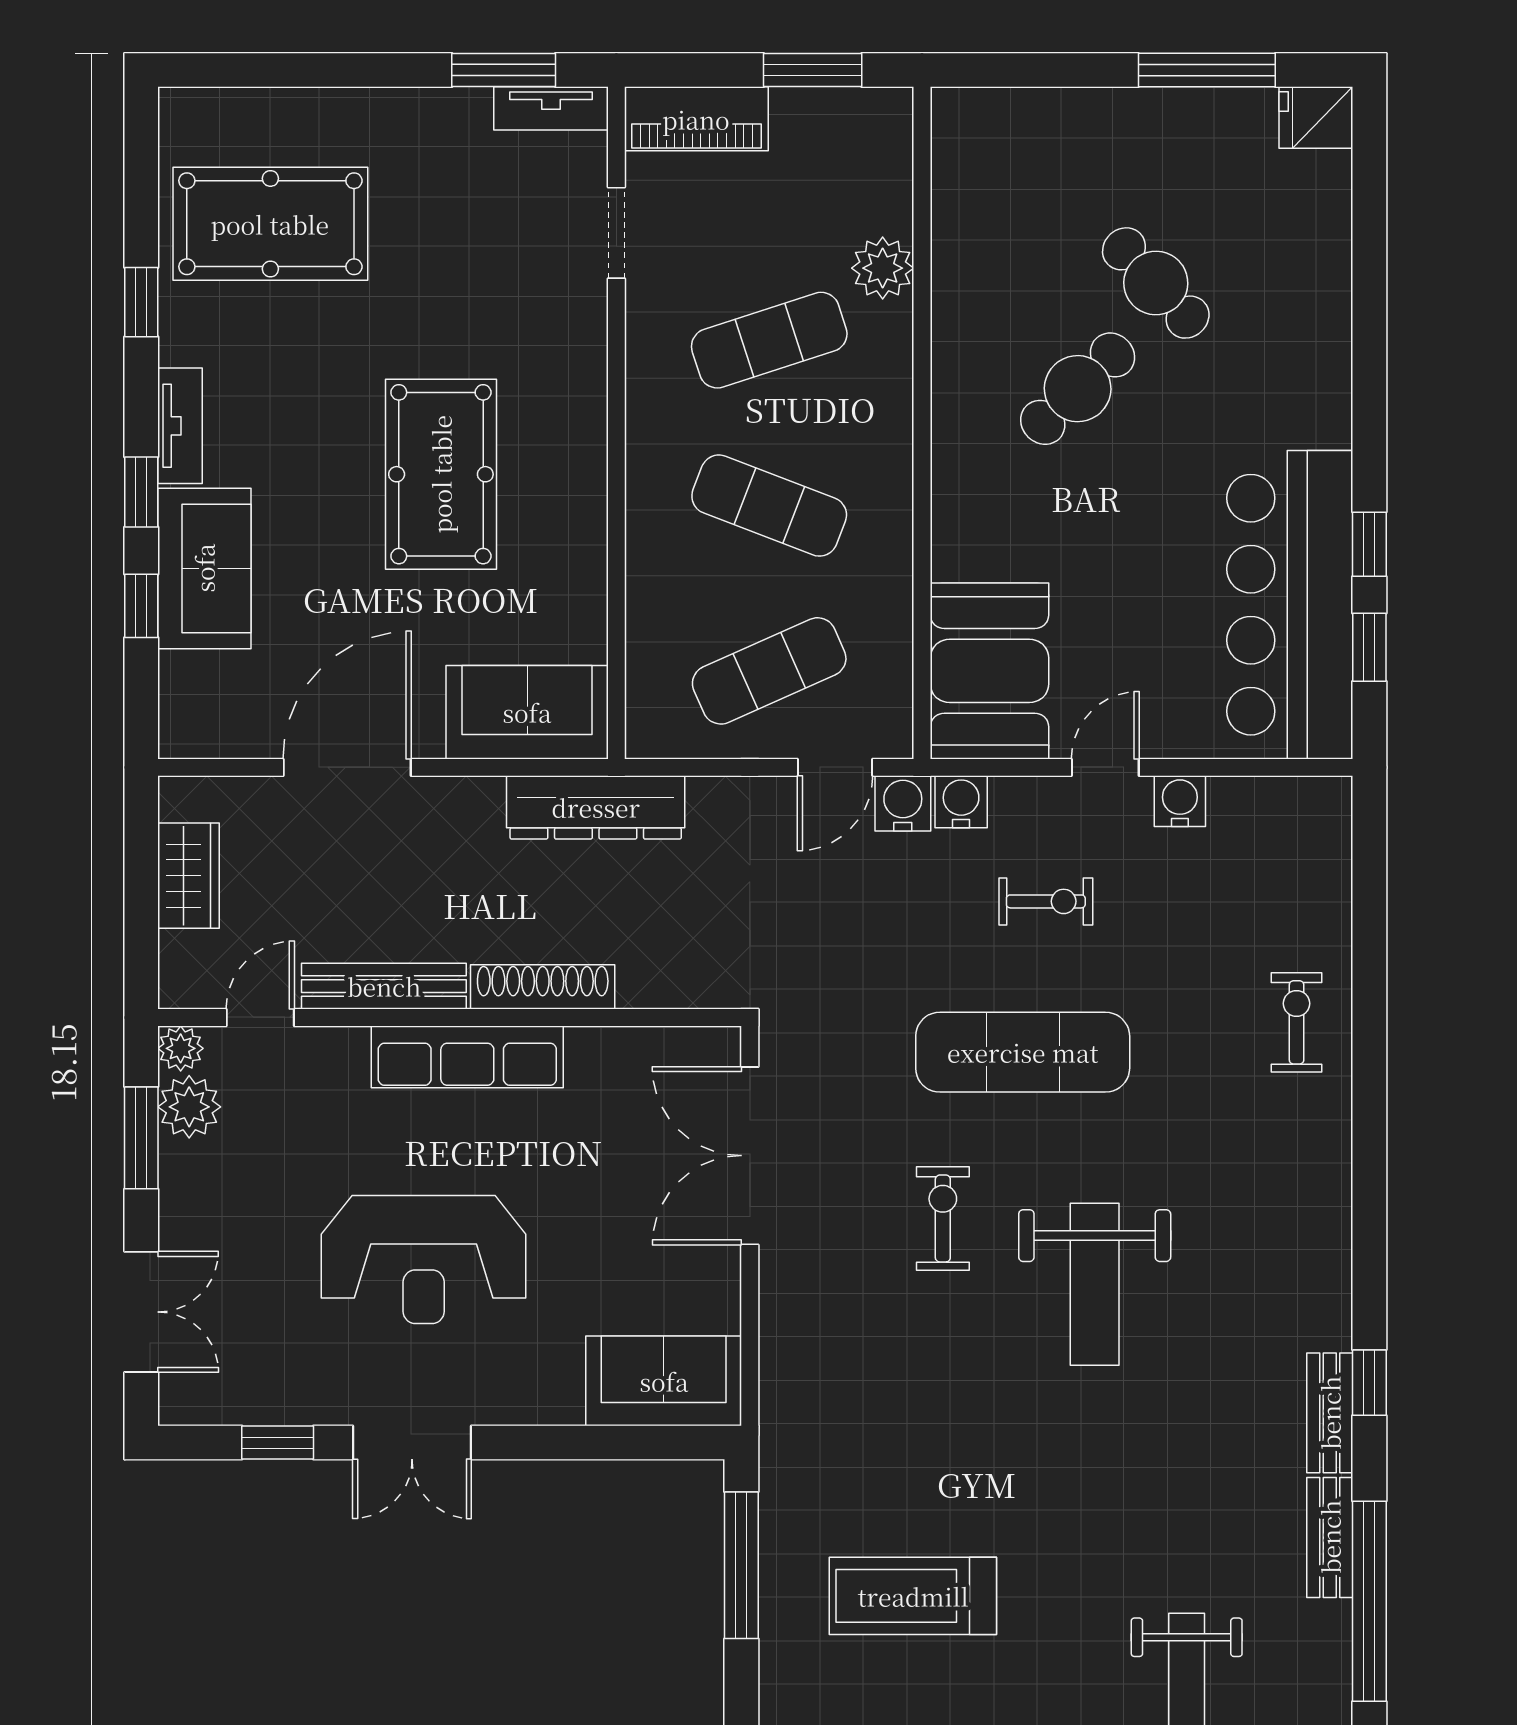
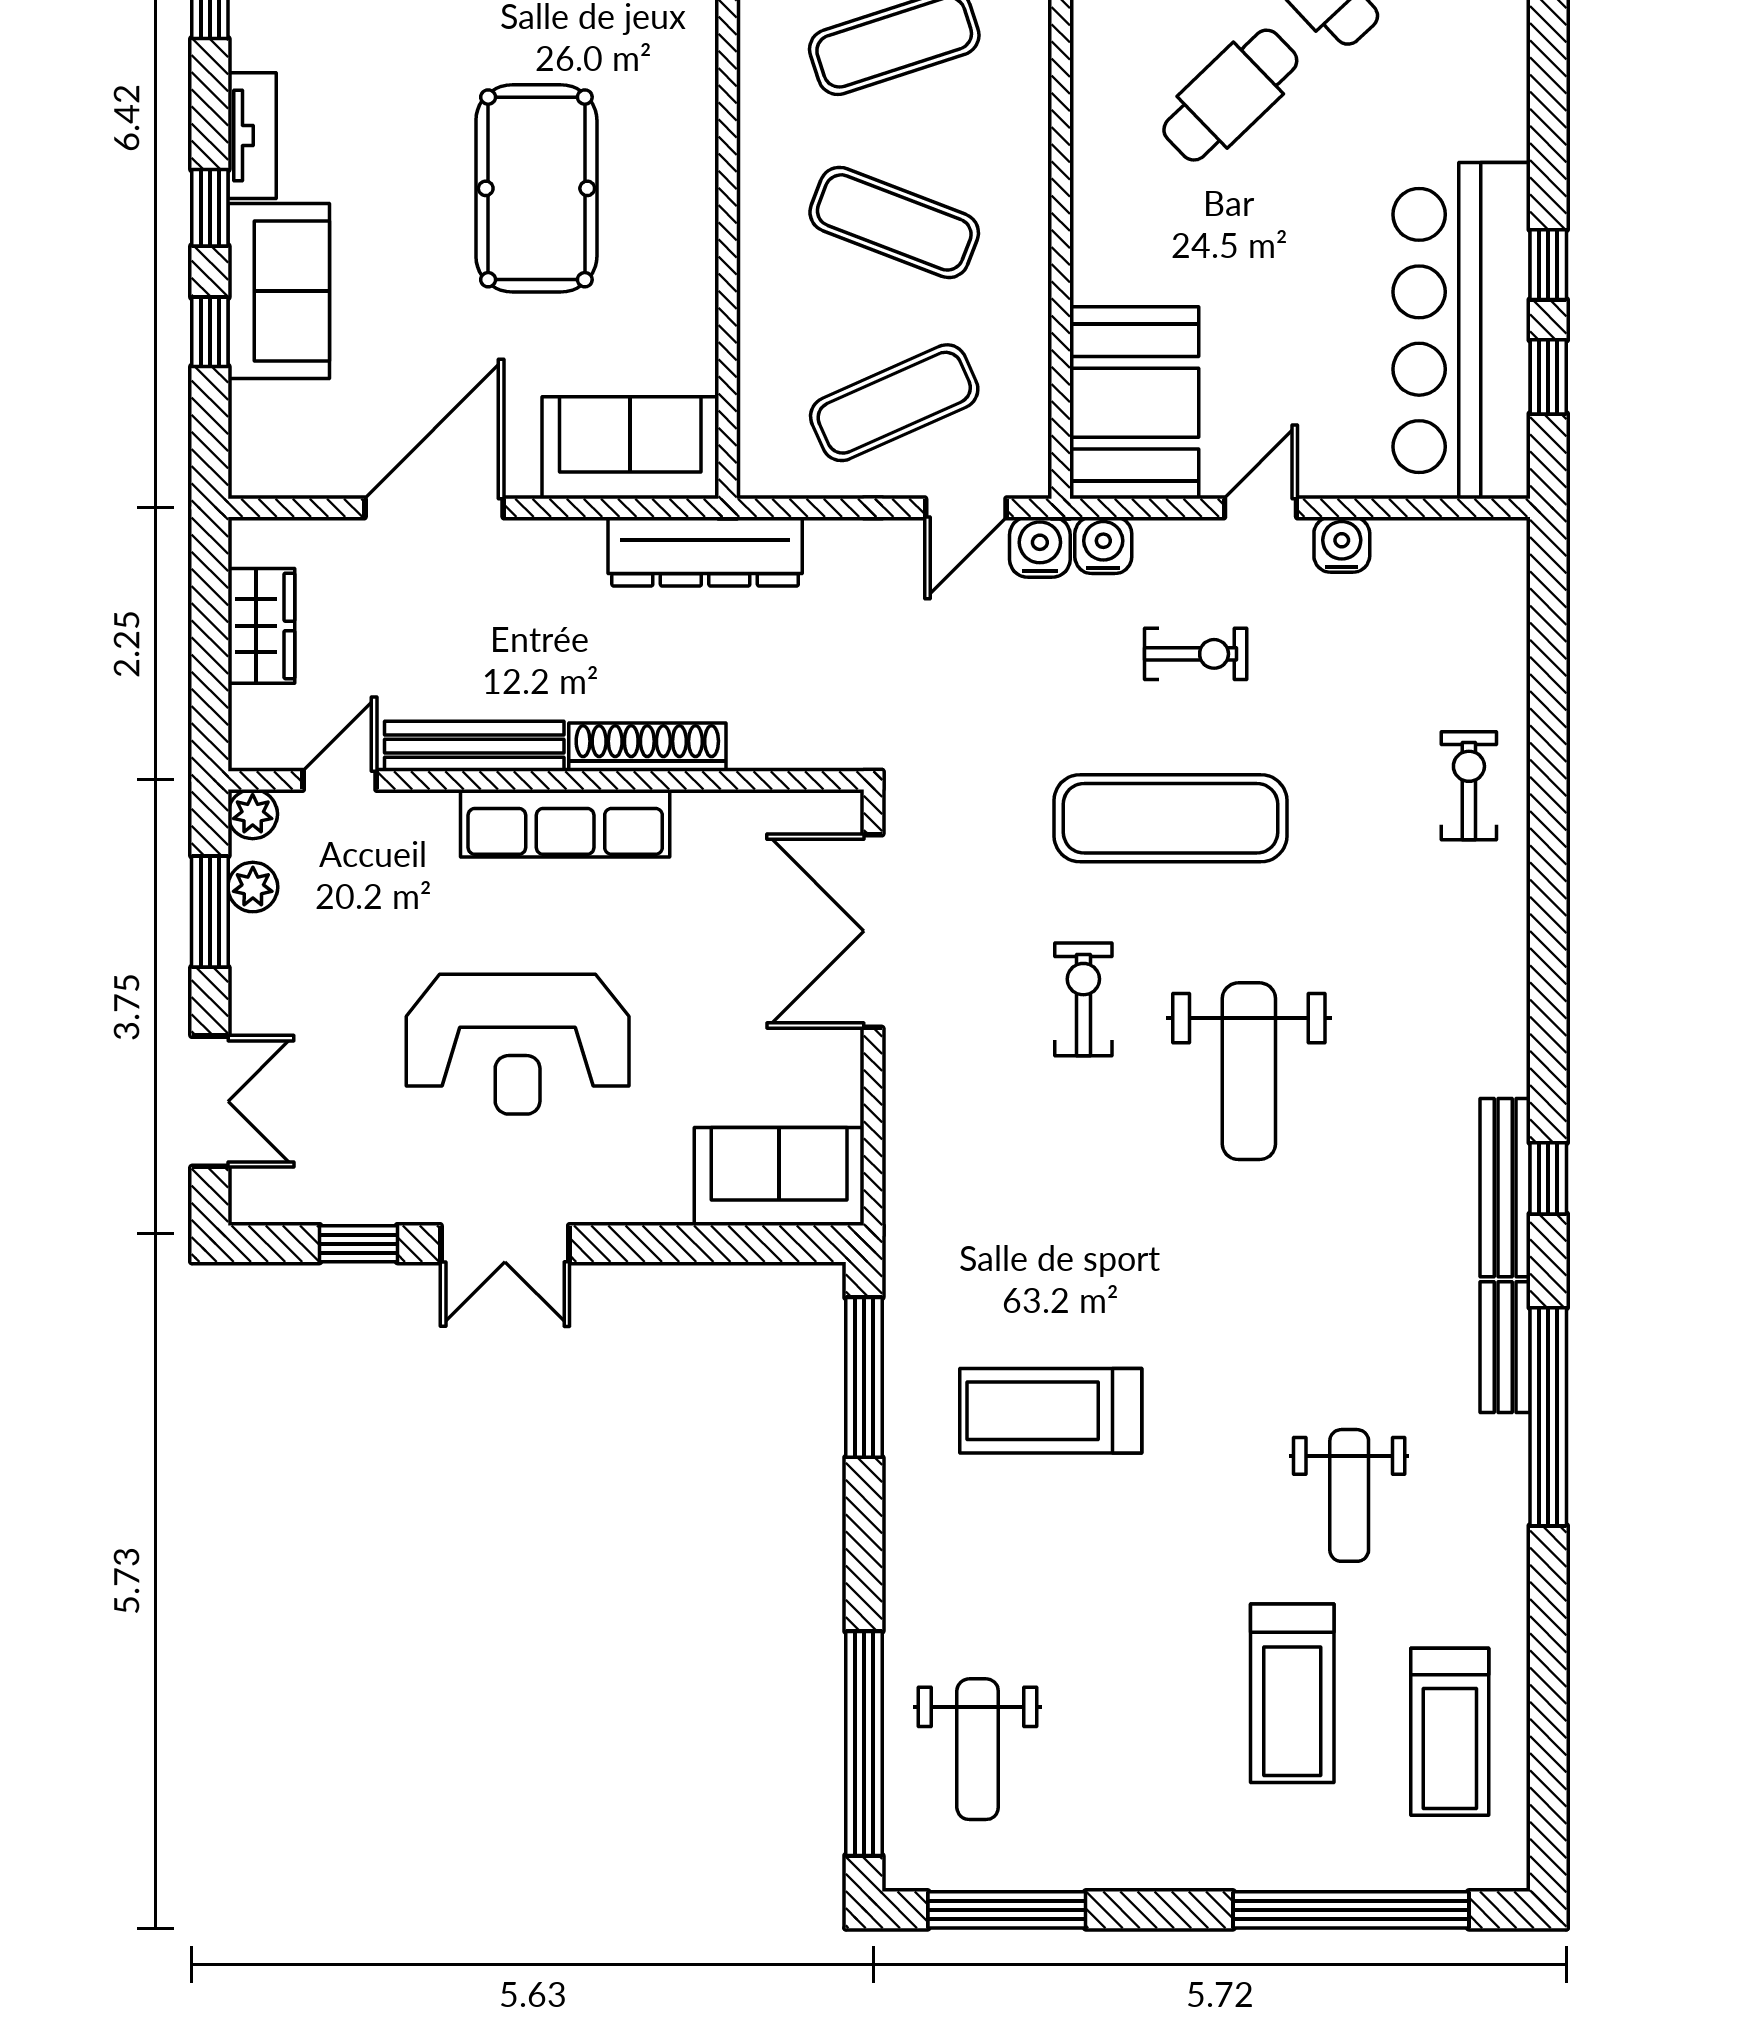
plant: (189, 1107) -> (253, 887), width x0.73, depth x0.73
bench: (1330, 1413) -> (1505, 1188), width x1.36

